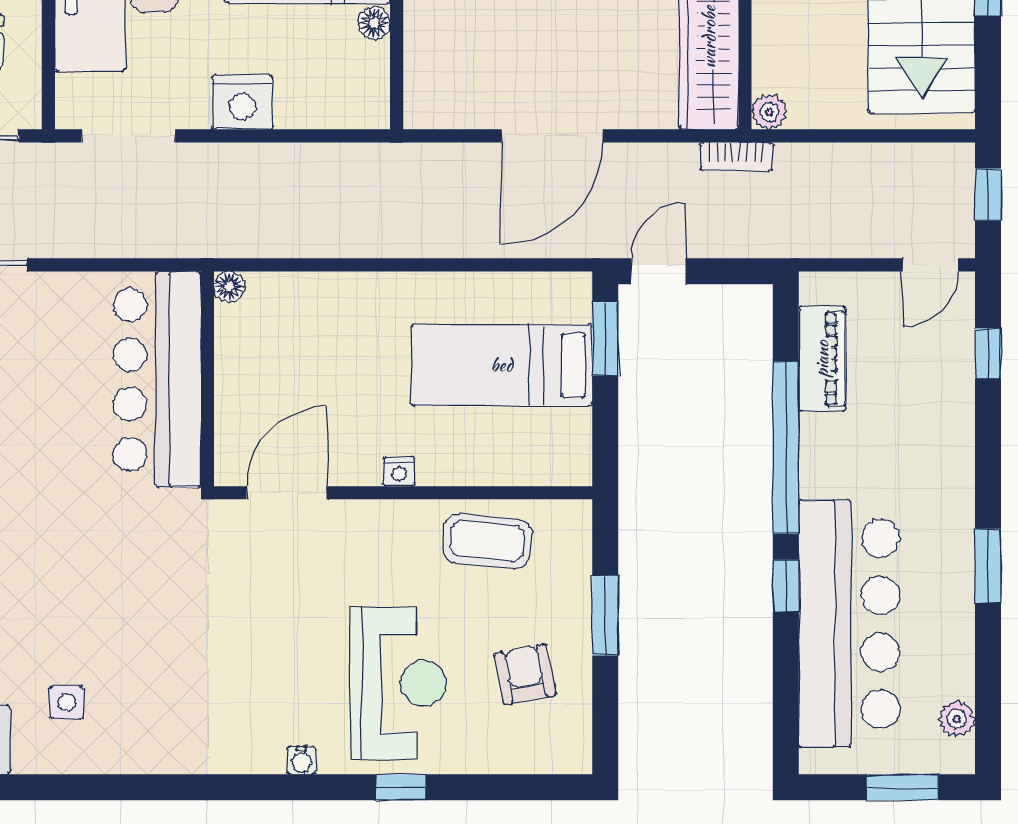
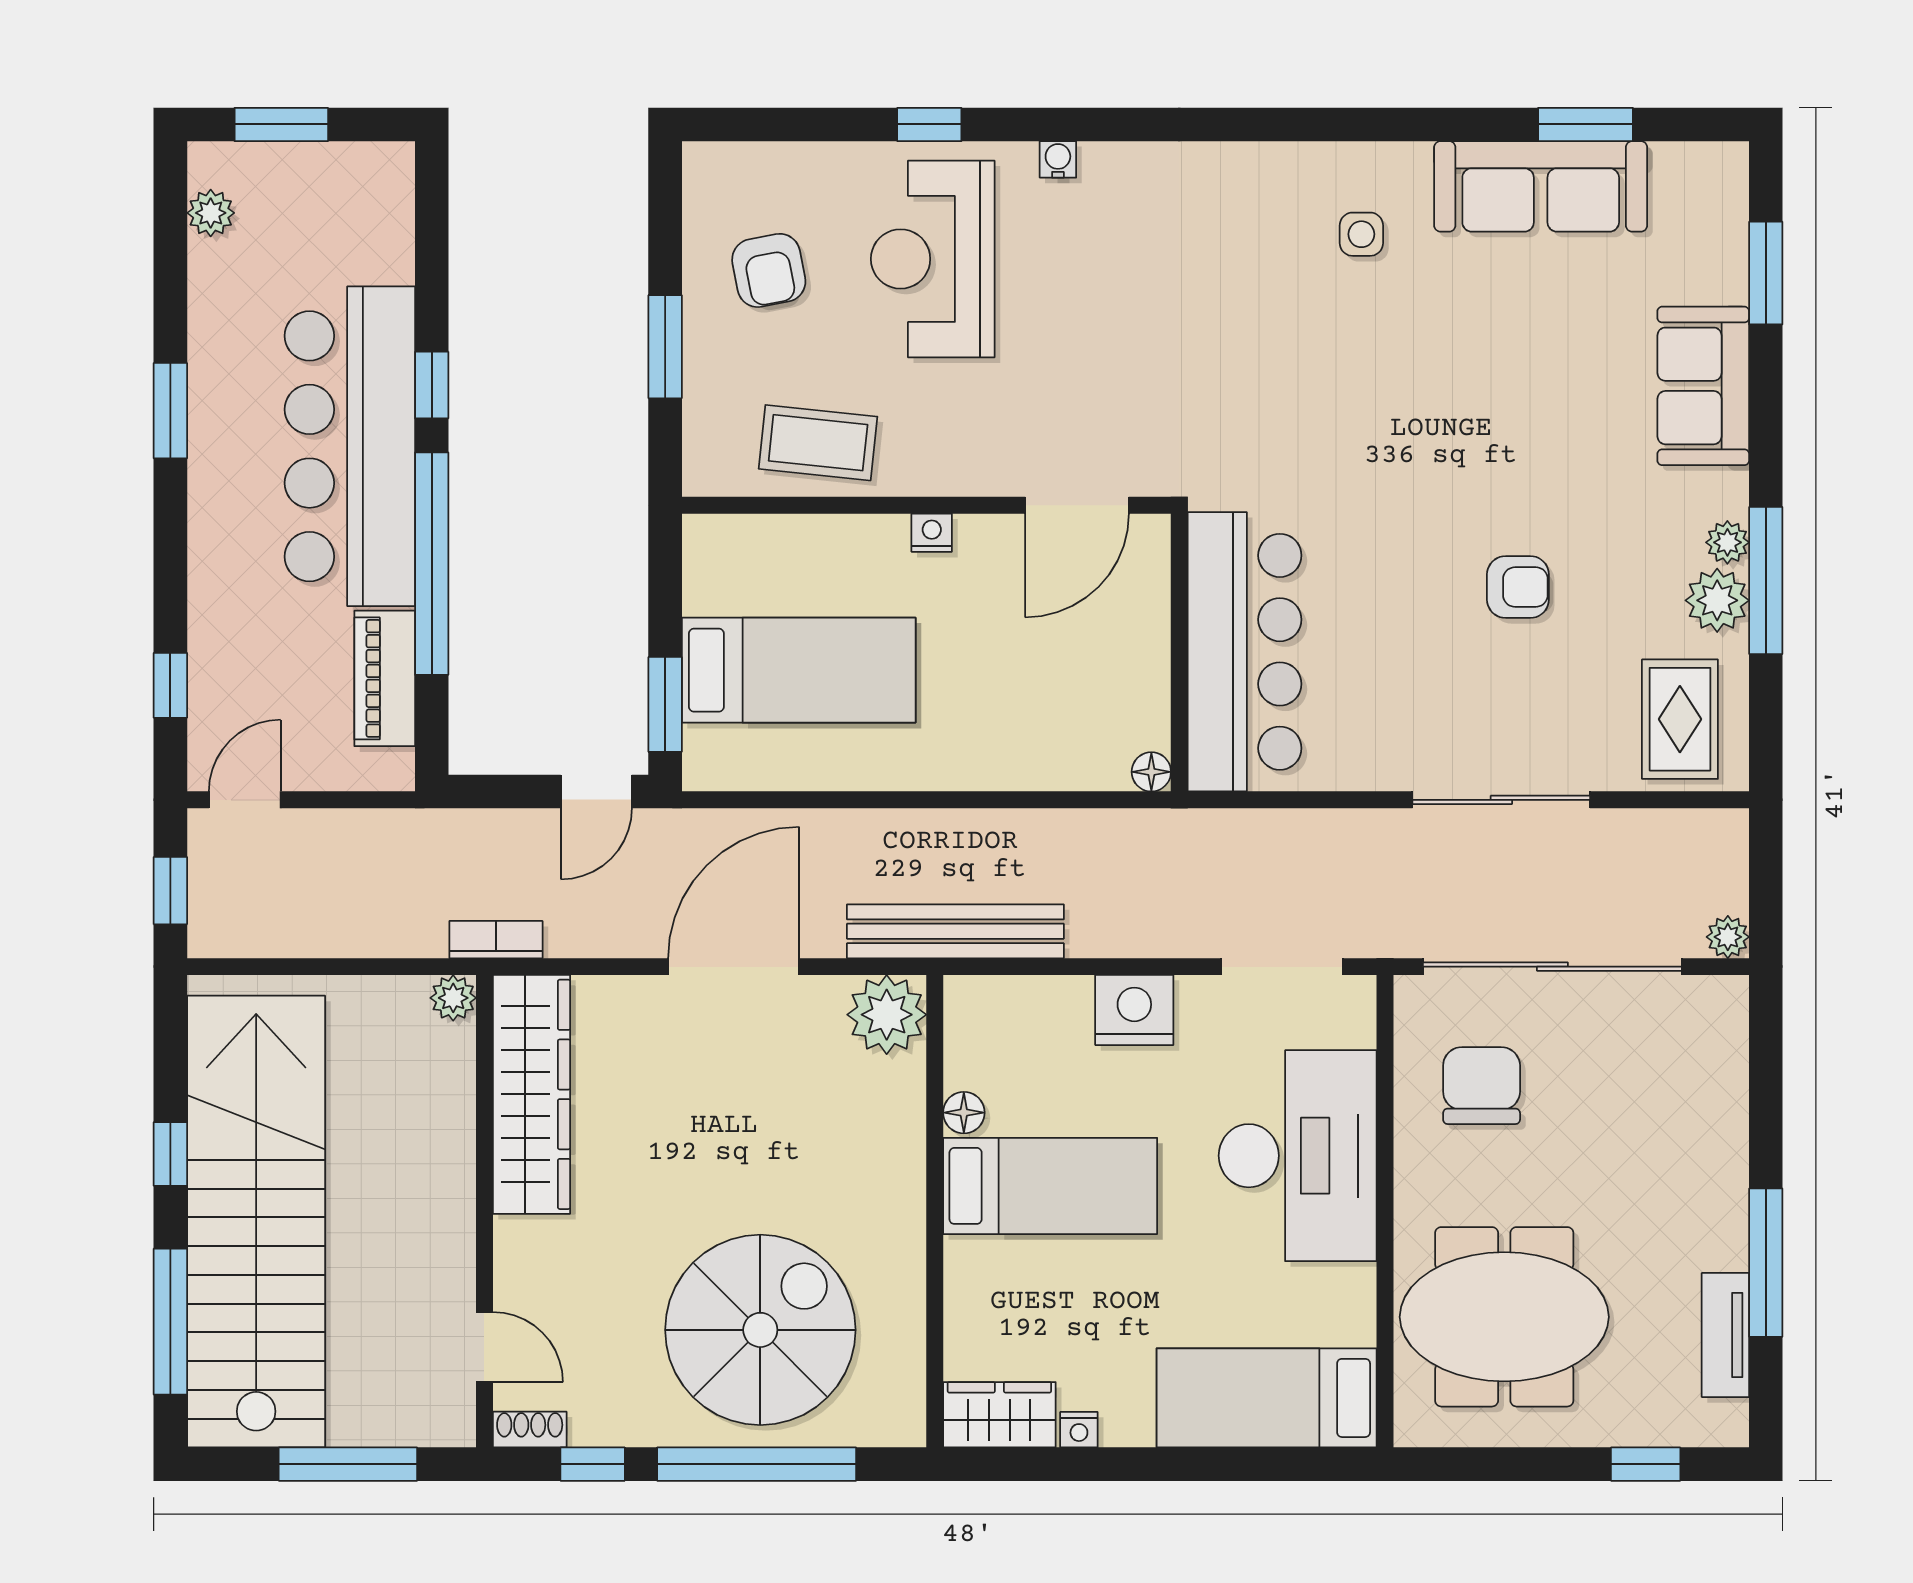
plant: (434, 99) -> (887, 1015), added
bench: (381, 163) -> (955, 931), added
bar counter: (849, 624) -> (350, 446), moved

